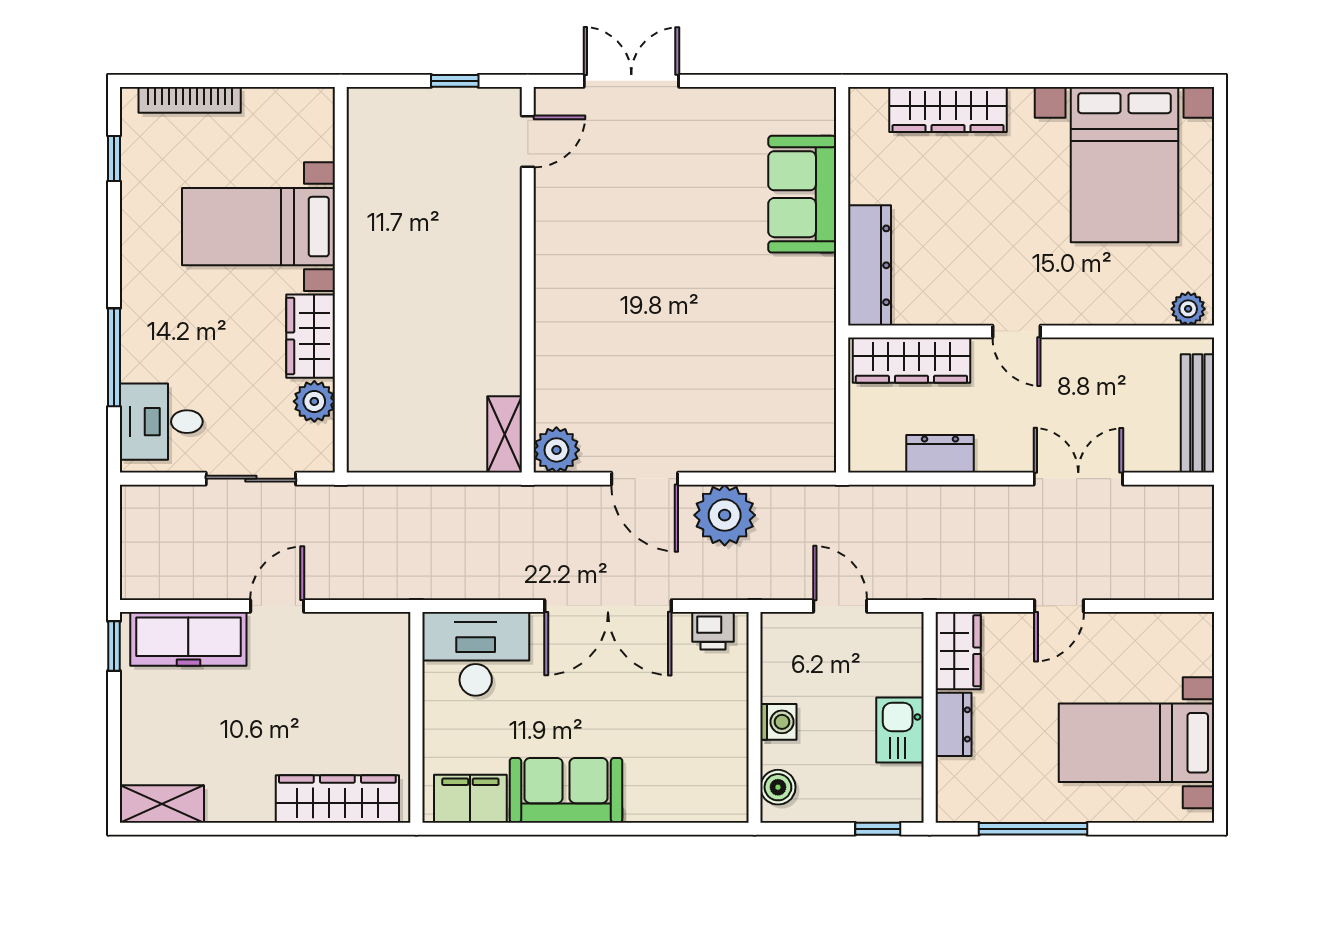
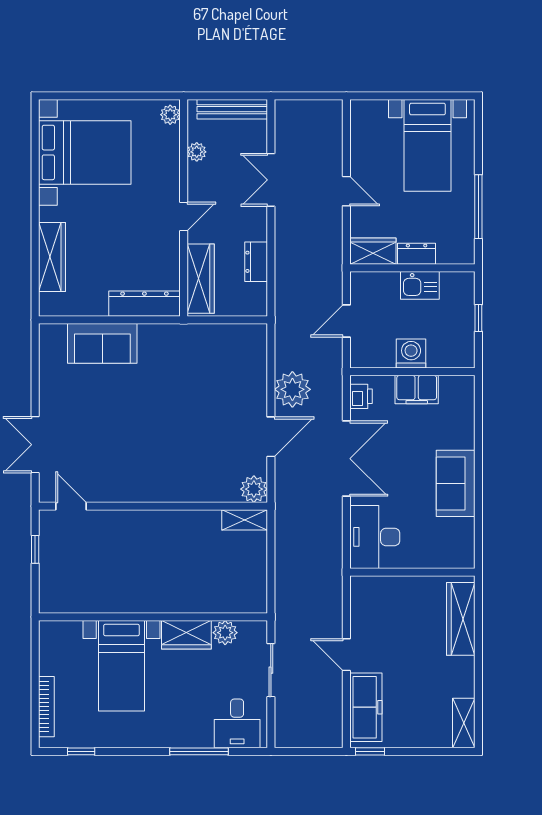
plant: (1126, 353) -> (197, 152), added
washing machine: (778, 722) -> (411, 354), width x1.38, depth x1.38
boiler: (778, 787) -> (454, 358), removed
filing cabinet: (470, 799) -> (417, 390), moved, turned -90
window: (878, 829) -> (478, 318), moved

